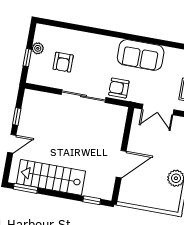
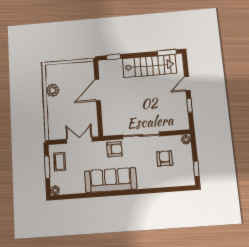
plant: (38, 48) -> (186, 140), moved
sofa: (141, 55) -> (111, 180), width x1.36
window: (27, 58) -> (196, 169), moved

